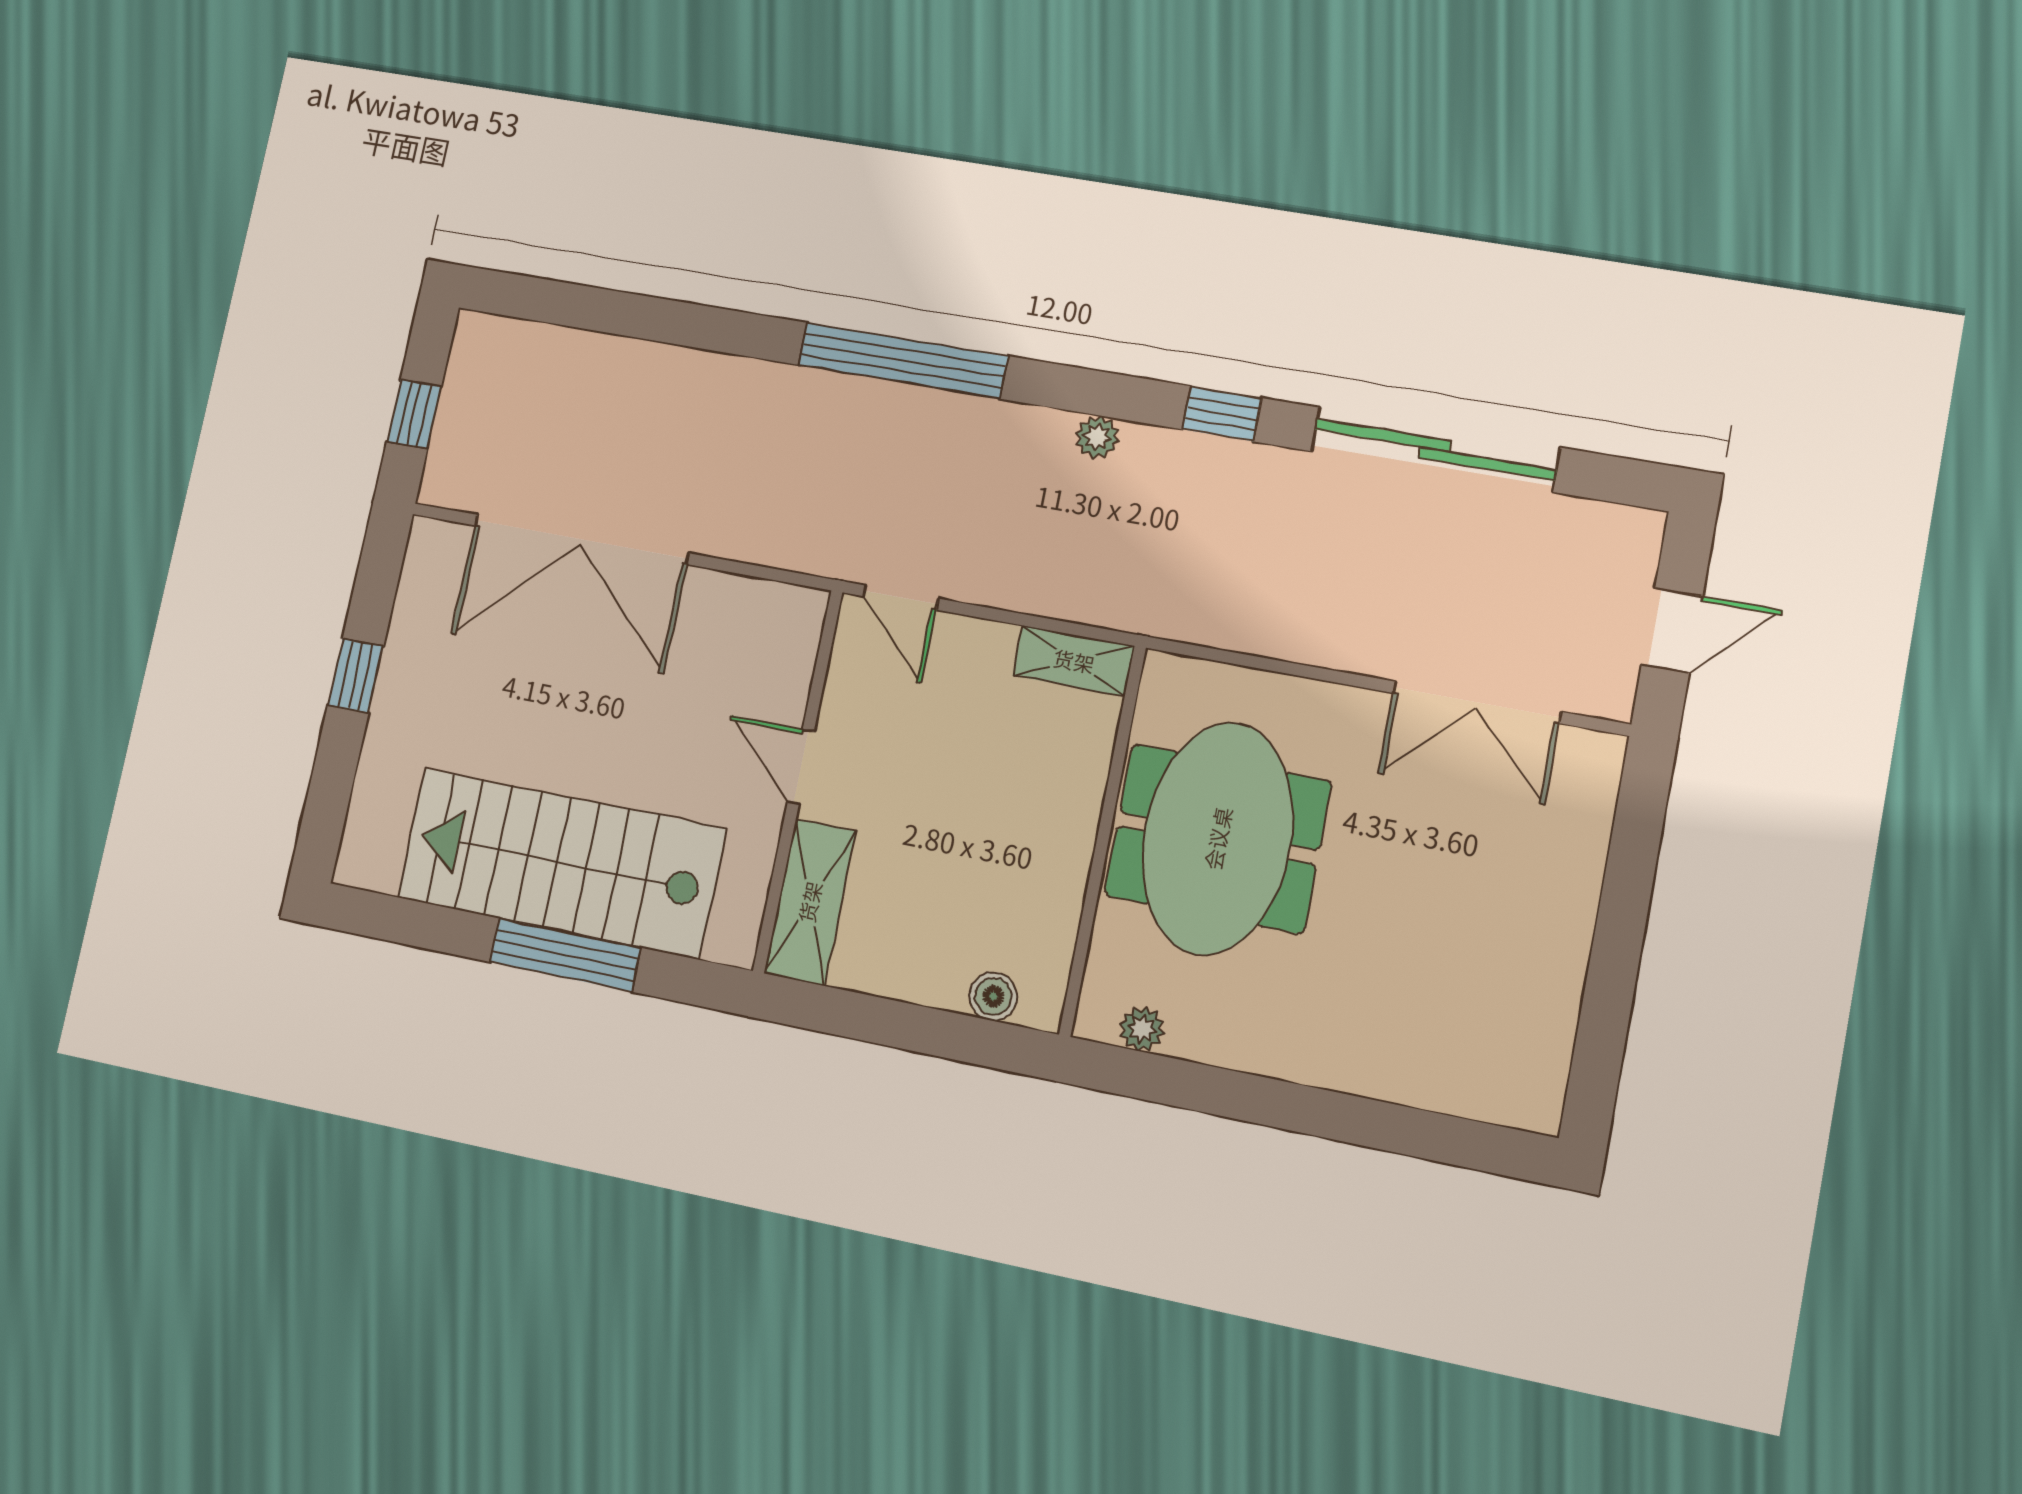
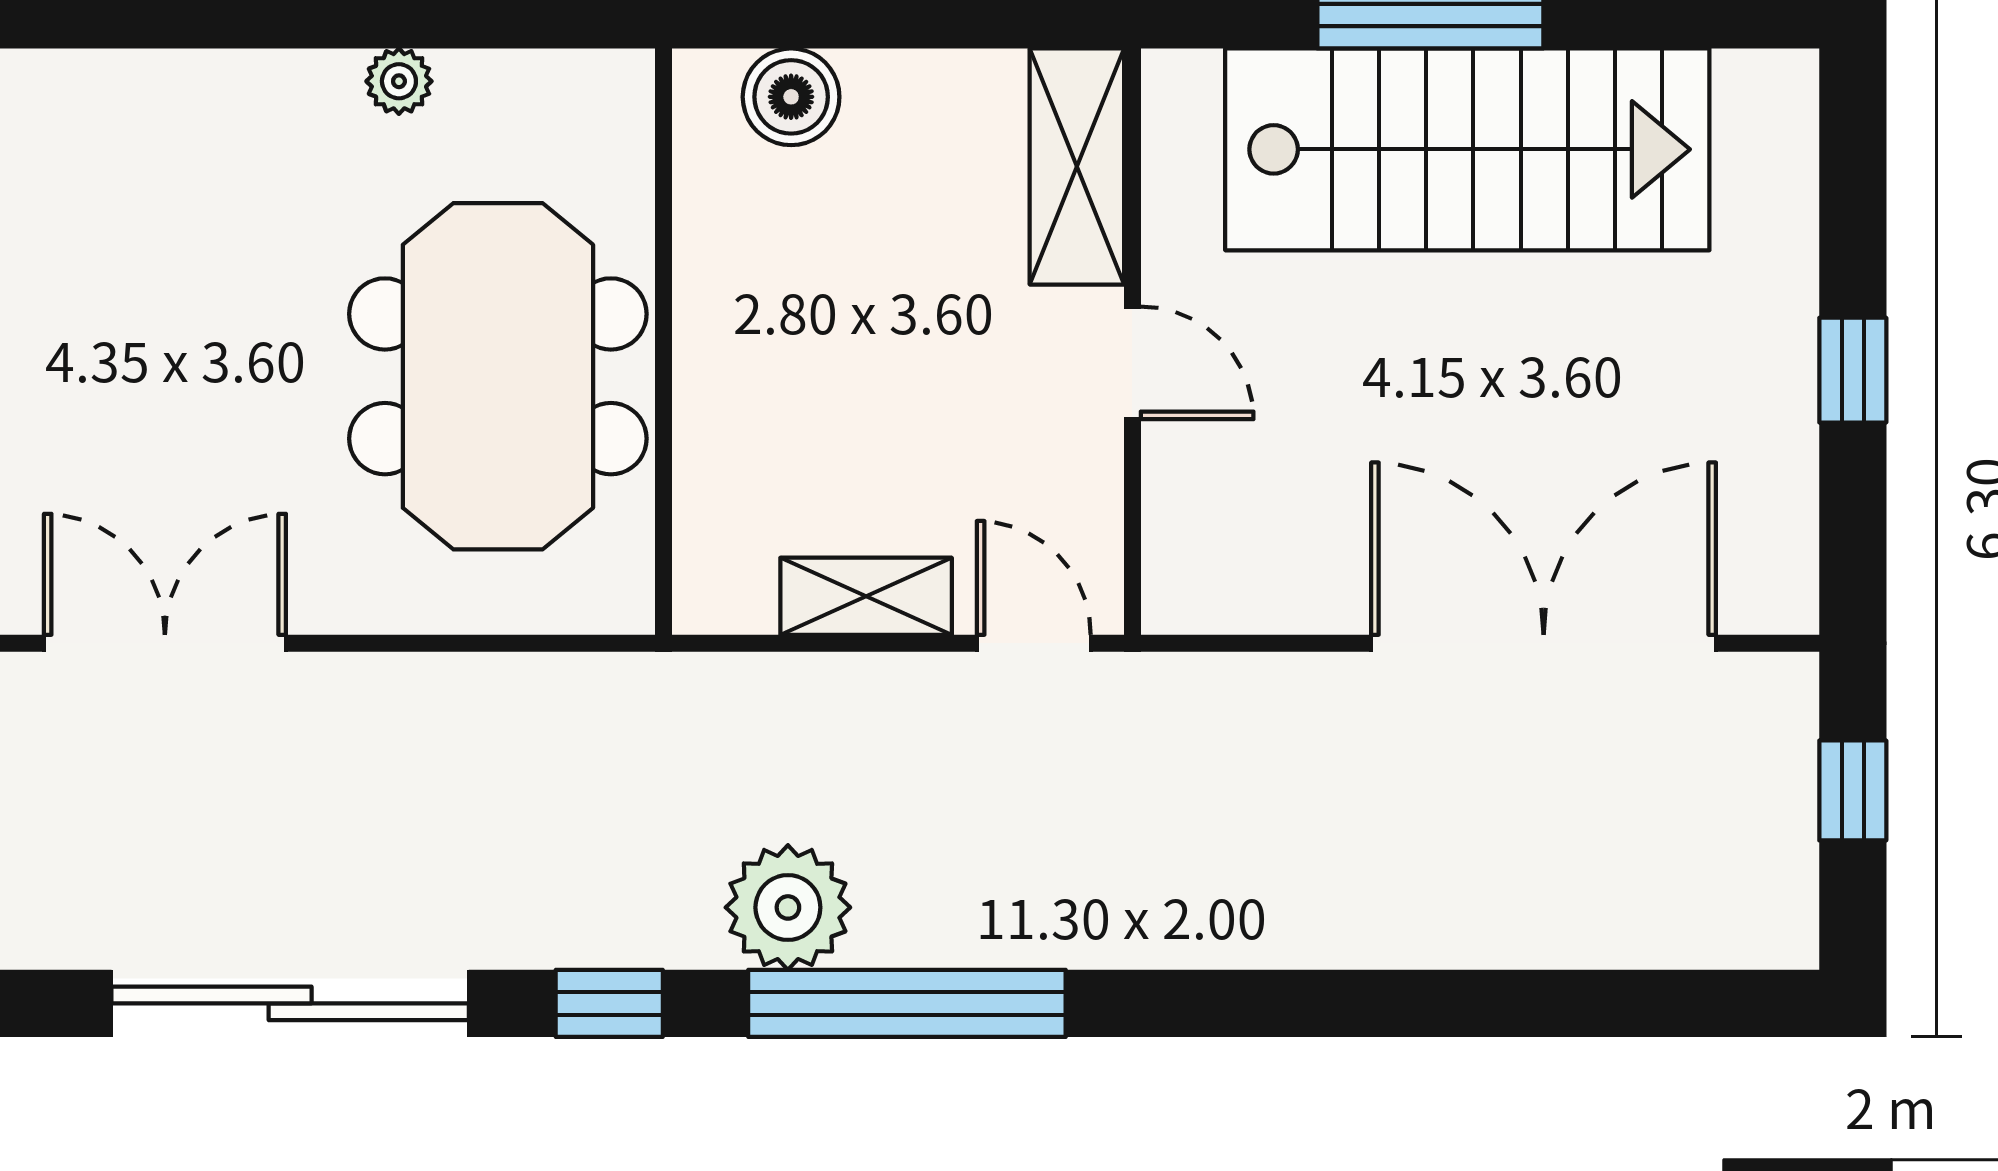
window: (903, 360) -> (907, 1003), moved
plant: (1097, 437) -> (788, 907), width x1.88, depth x1.88
shelving: (1074, 661) -> (866, 596), moved
boiler: (993, 996) -> (791, 97), width x1.36, depth x1.36
plant: (1142, 1029) -> (399, 81), moved

